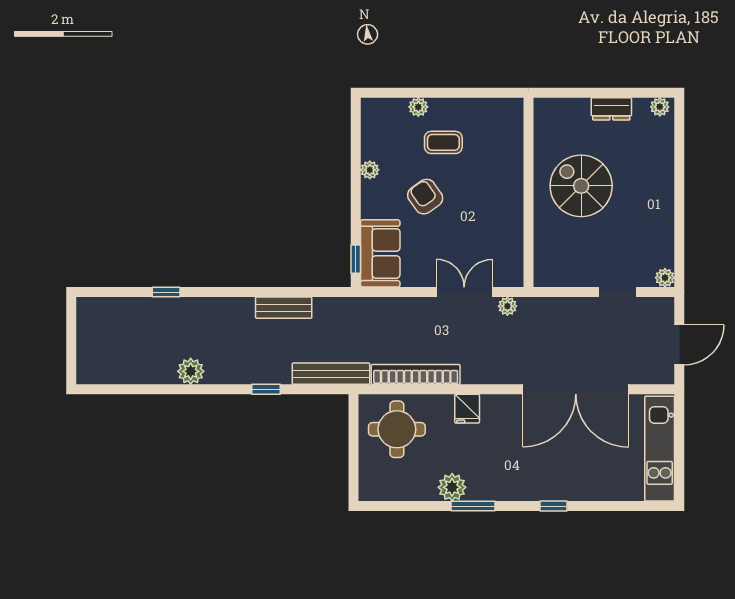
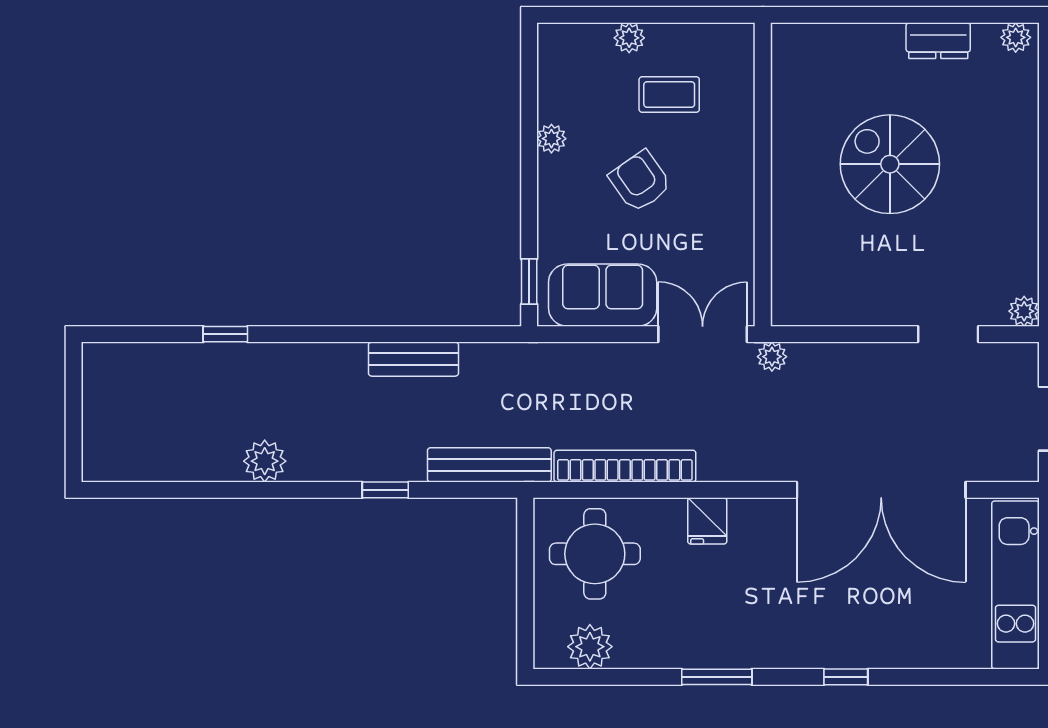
wall: (528, 192) -> (763, 175), moved
sofa: (380, 253) -> (603, 295), moved, turned -90
plant: (452, 487) -> (590, 647), moved

